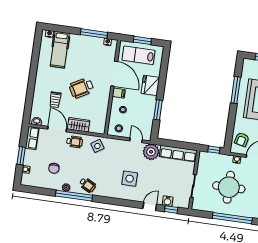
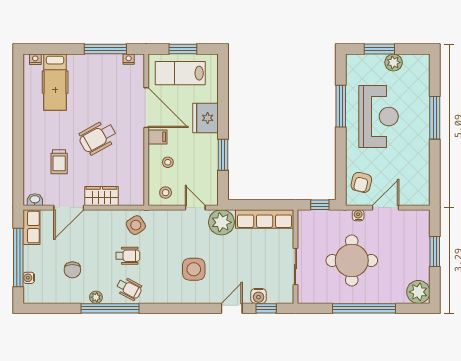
door: (57, 129) -> (69, 208), swing flipped
wheelchair: (74, 142) -> (128, 256), moved
window: (21, 156) -> (18, 257), width x2.11

